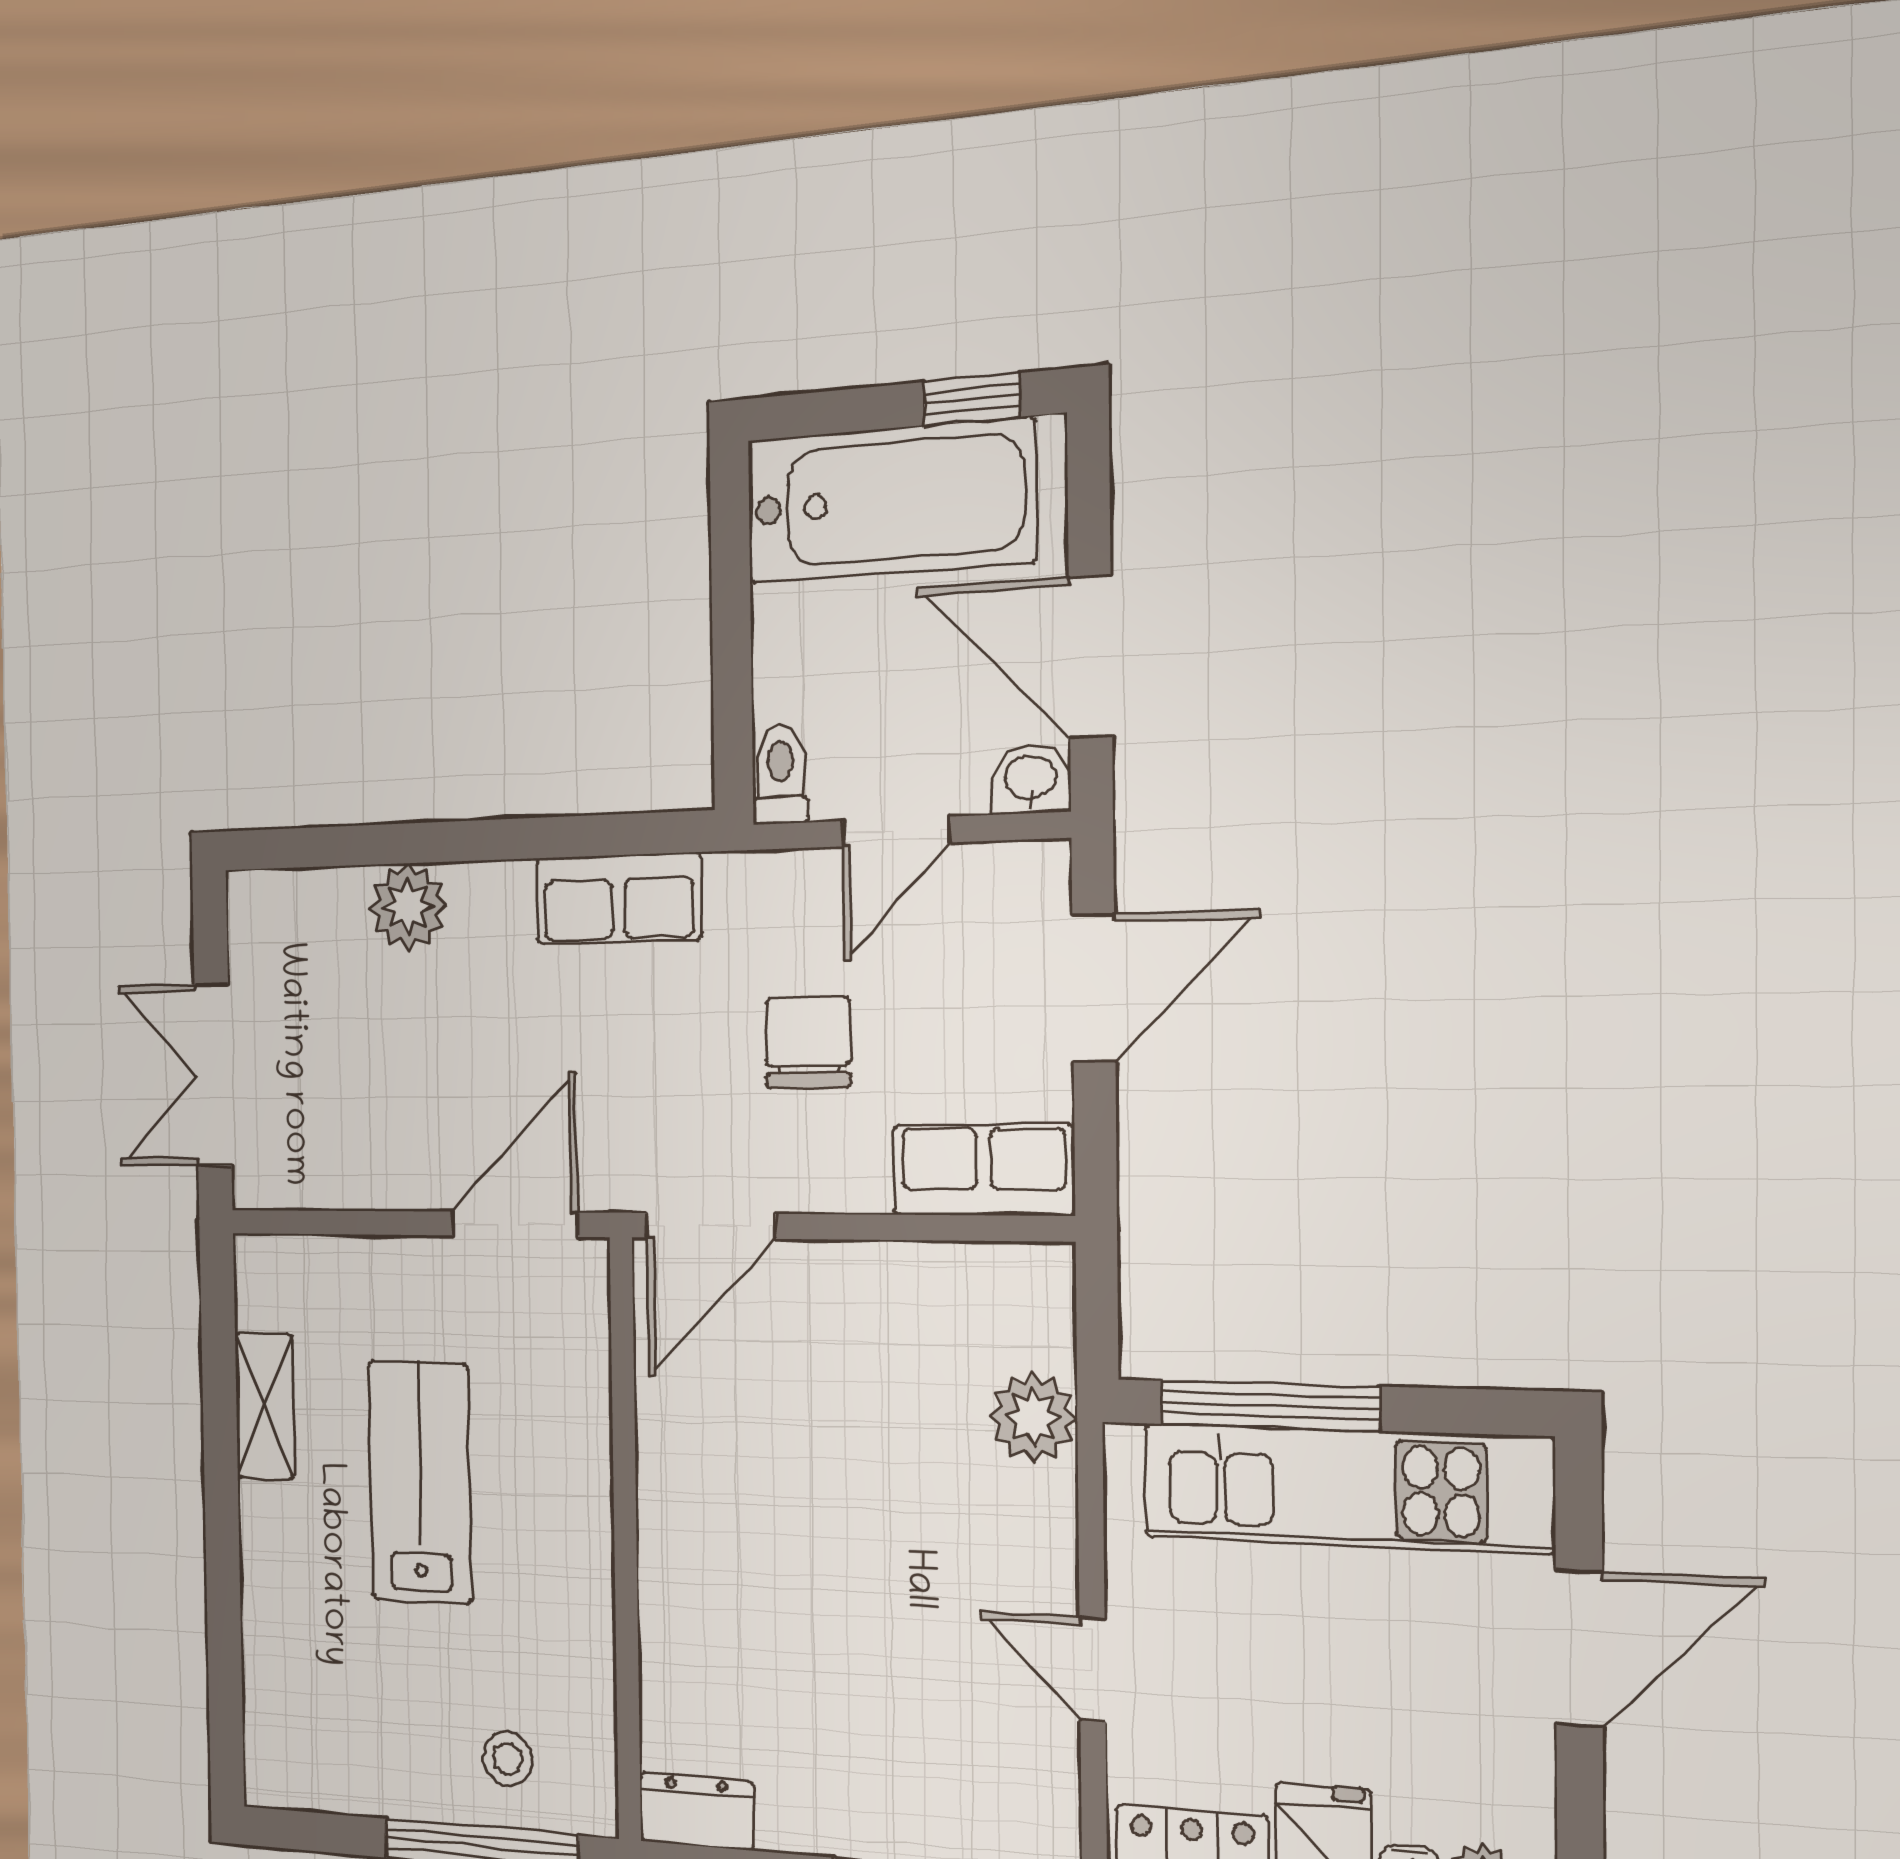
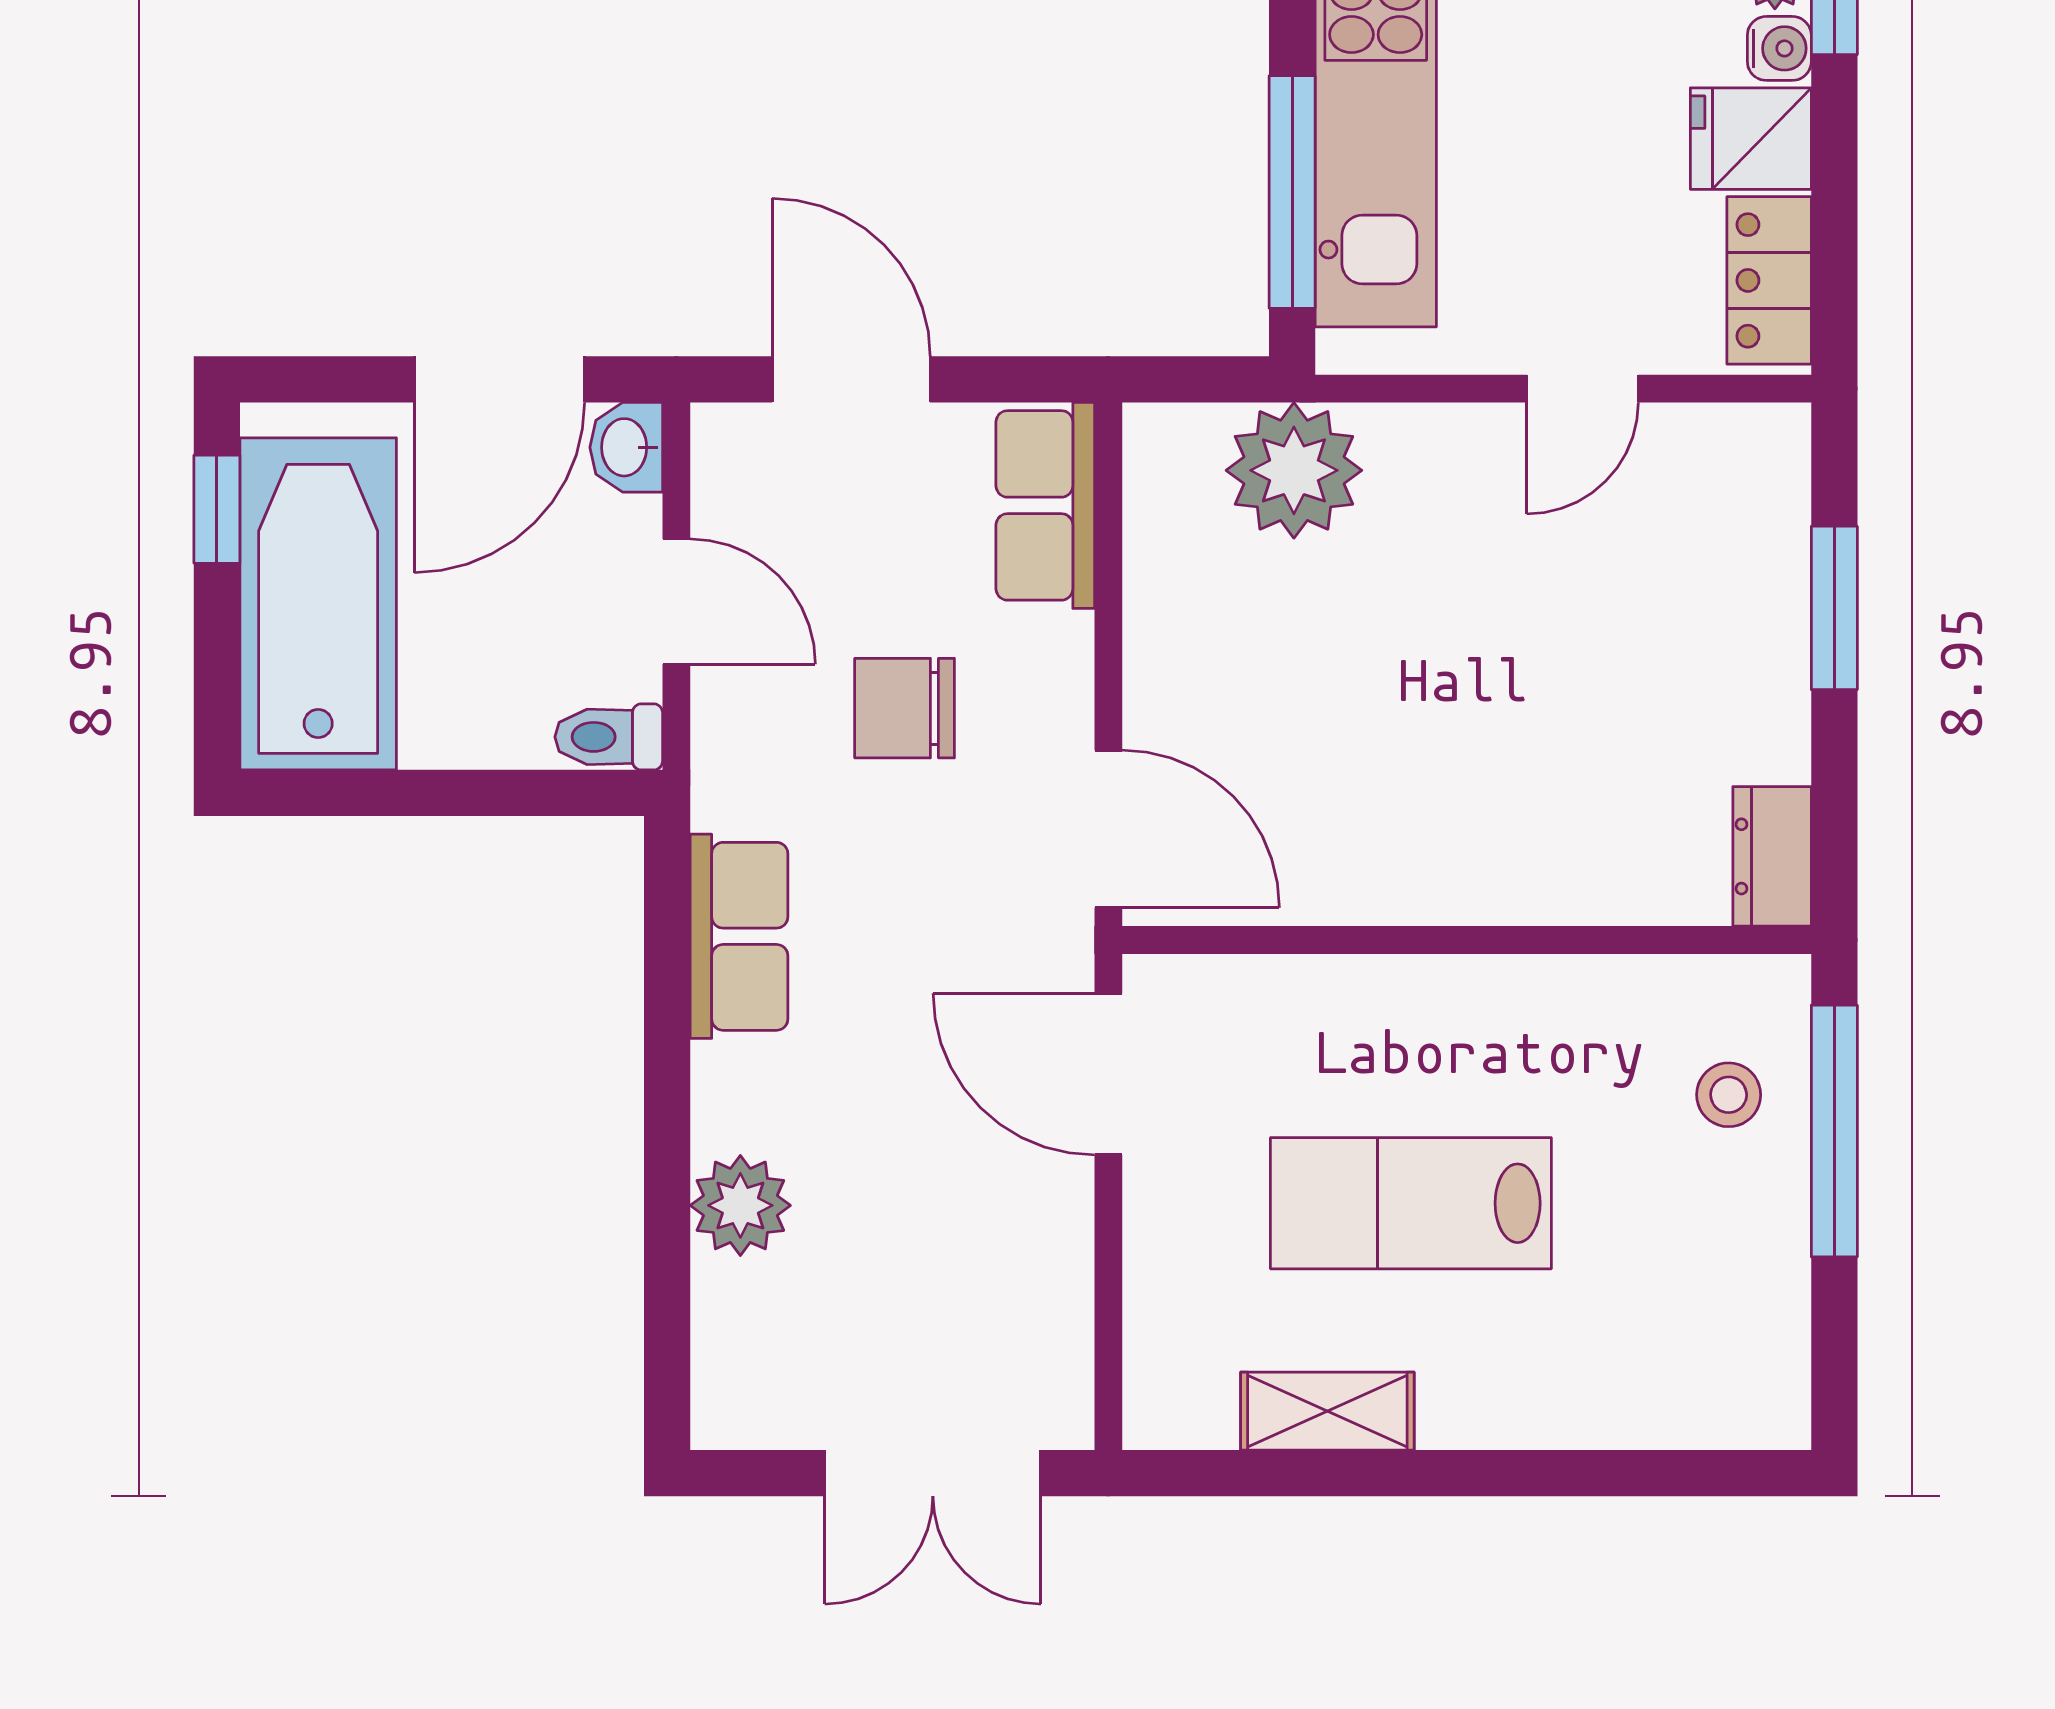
plant: (1033, 1417) -> (1294, 470), width x1.36, depth x1.36

